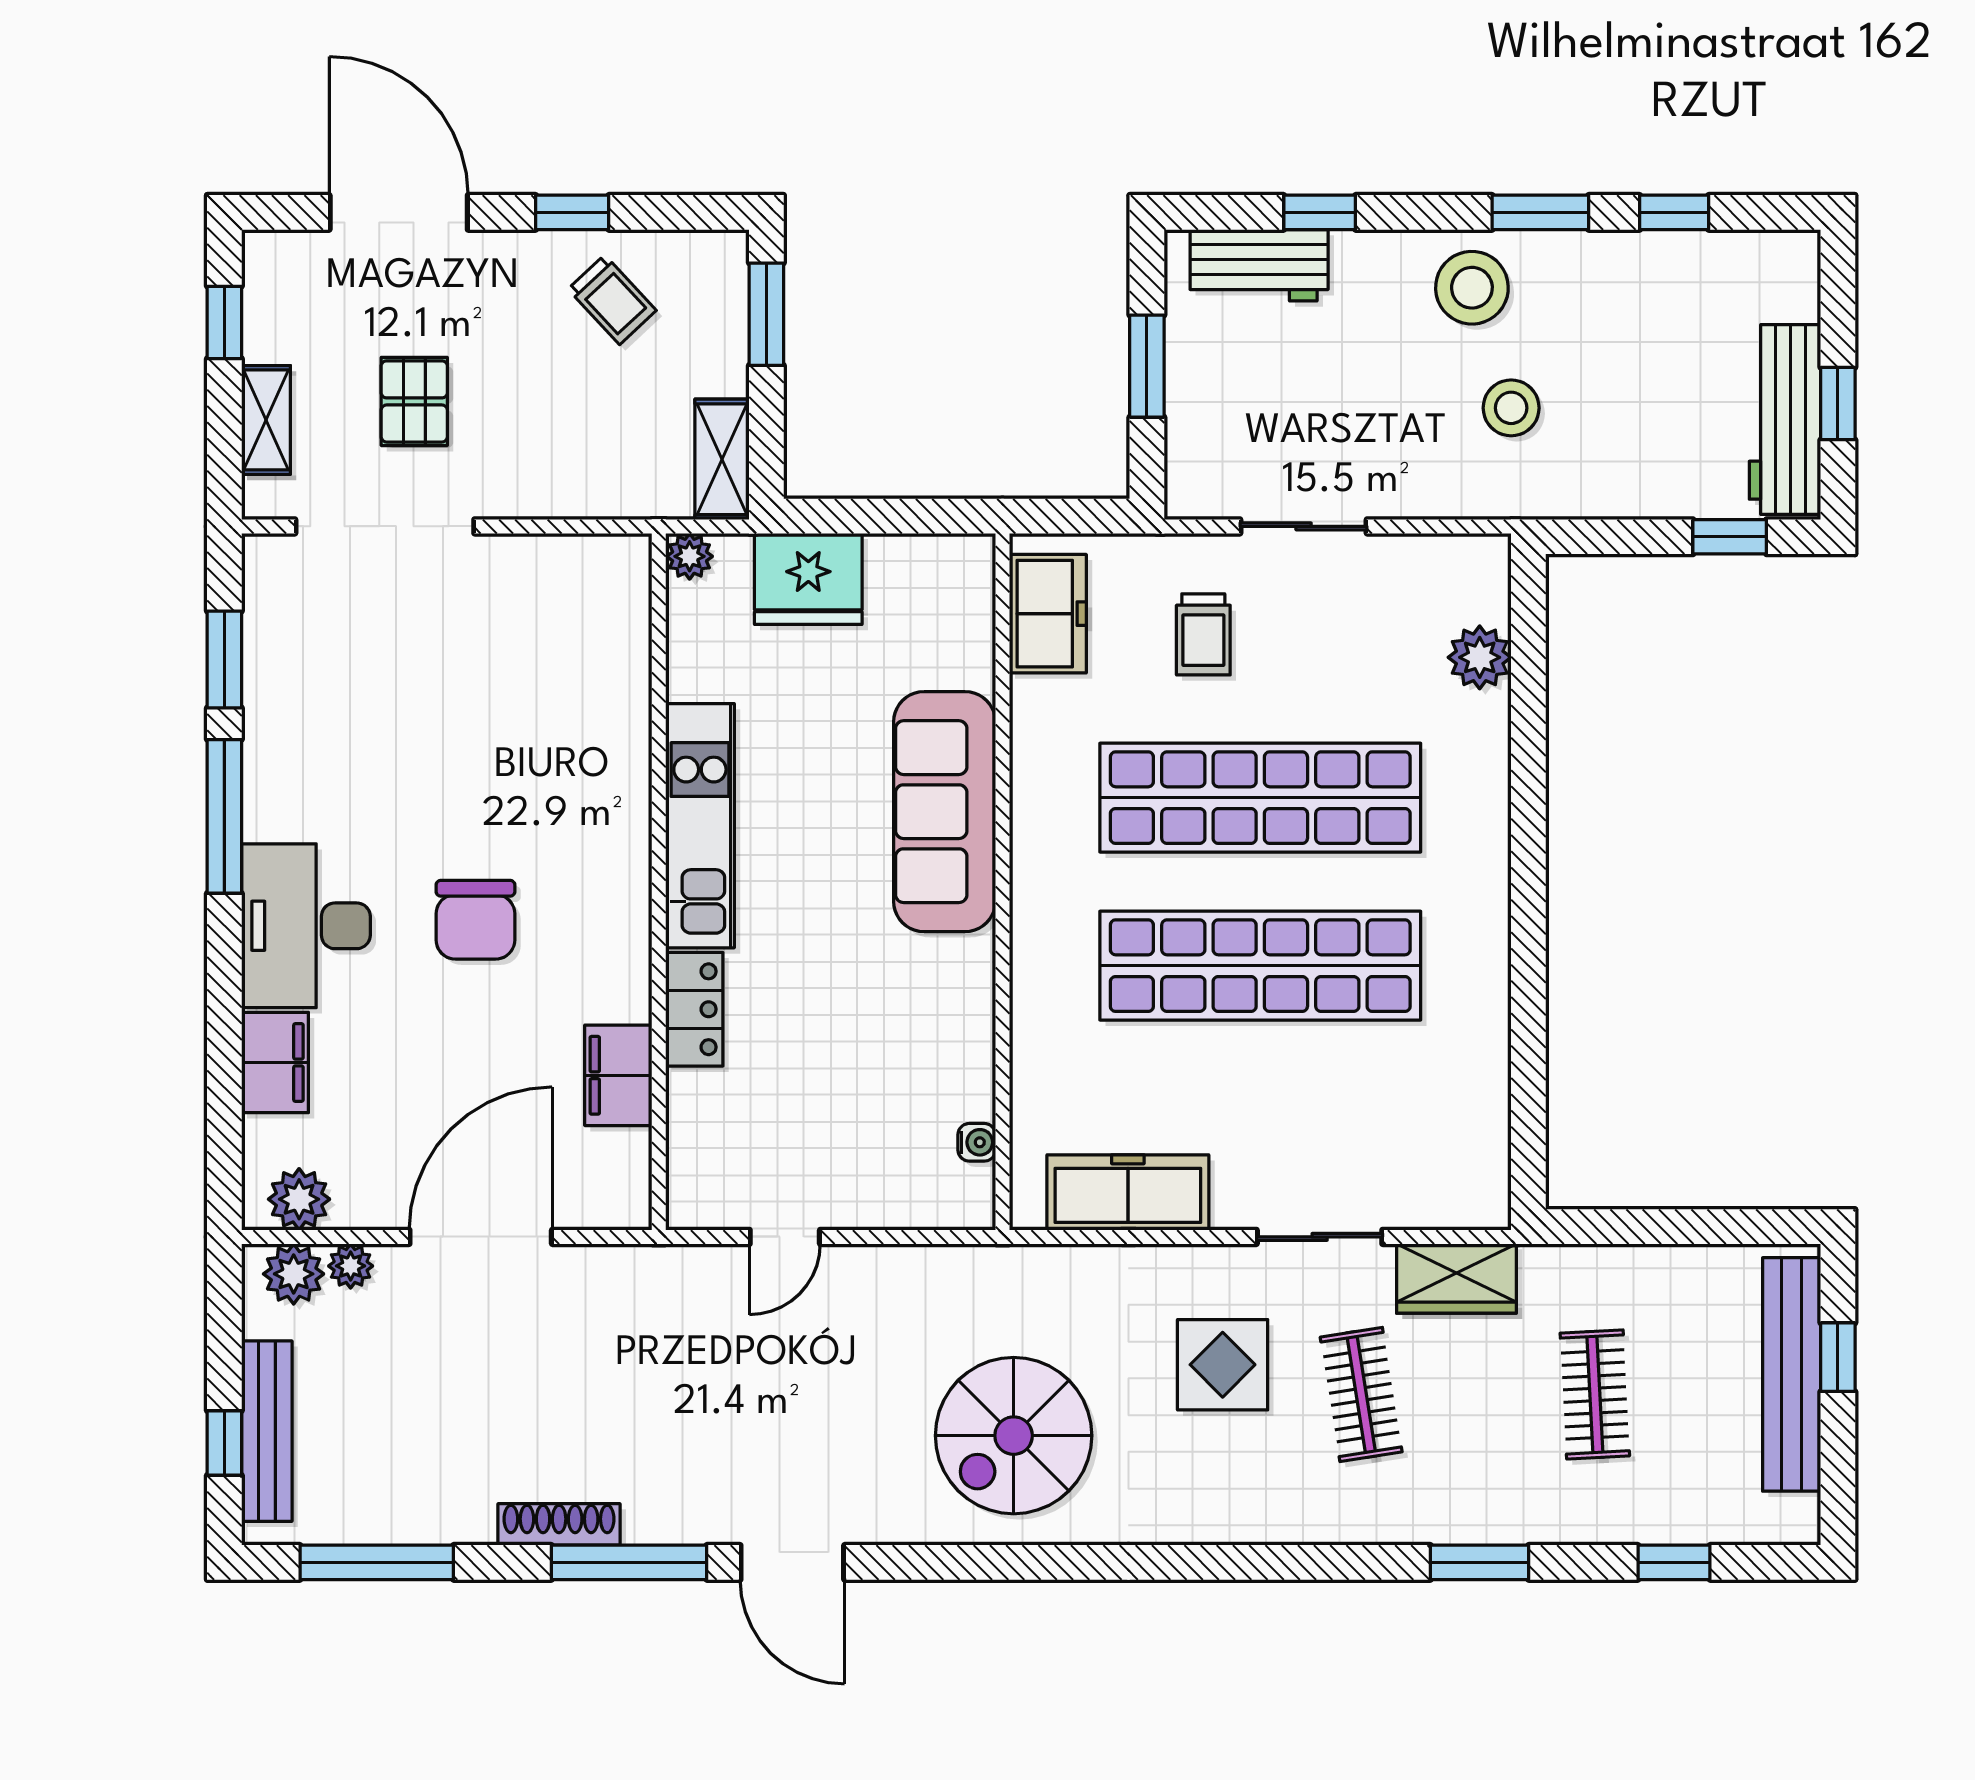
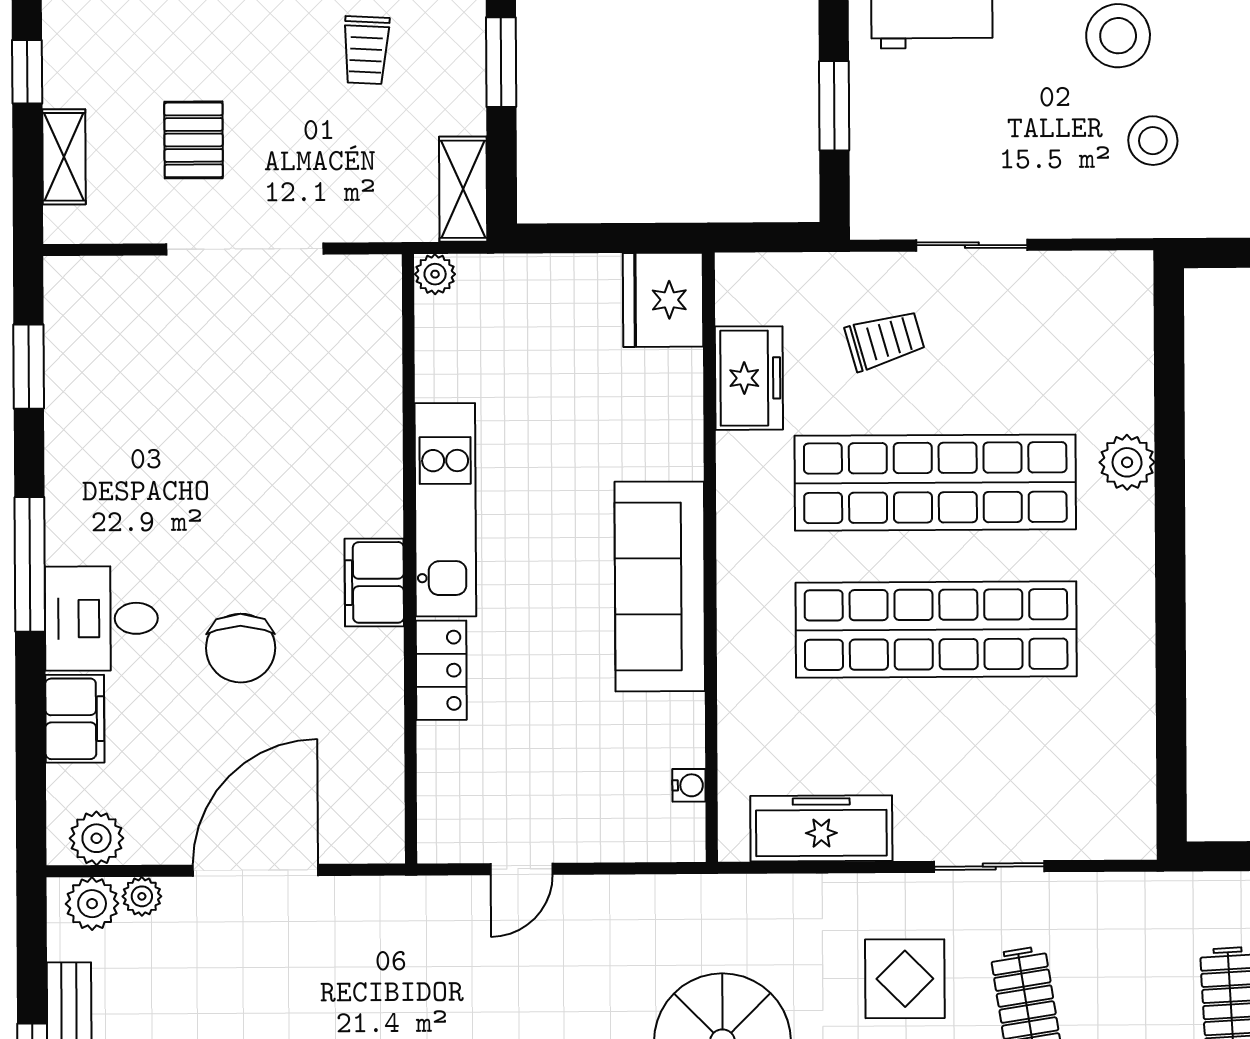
trolley: (612, 300) -> (366, 50), turned 46
doorway: (385, 526) -> (245, 249), moved
fridge: (808, 579) -> (663, 300), moved, turned 90
freezer: (1048, 614) -> (749, 378), moved
trolley: (1203, 634) -> (885, 340), turned -106
plant: (1480, 657) -> (1127, 462), moved
sofa: (945, 812) -> (660, 586), moved
window: (224, 816) -> (30, 564), moved
chair: (475, 920) -> (241, 648), moved
desk: (306, 926) -> (101, 618), width x0.73
filing cabinet: (618, 1075) -> (374, 582), moved
wardrobe: (1456, 1278) -> (1109, 902), removed

